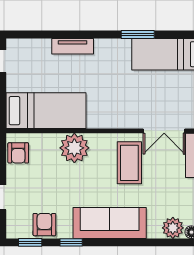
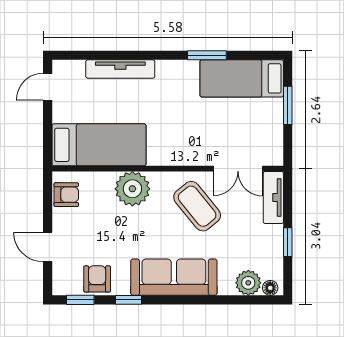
tv unit: (73, 46) -> (120, 69), width x1.41
armchair: (18, 153) -> (66, 195), turned -90
coffee table: (129, 163) -> (197, 206), turned -39

